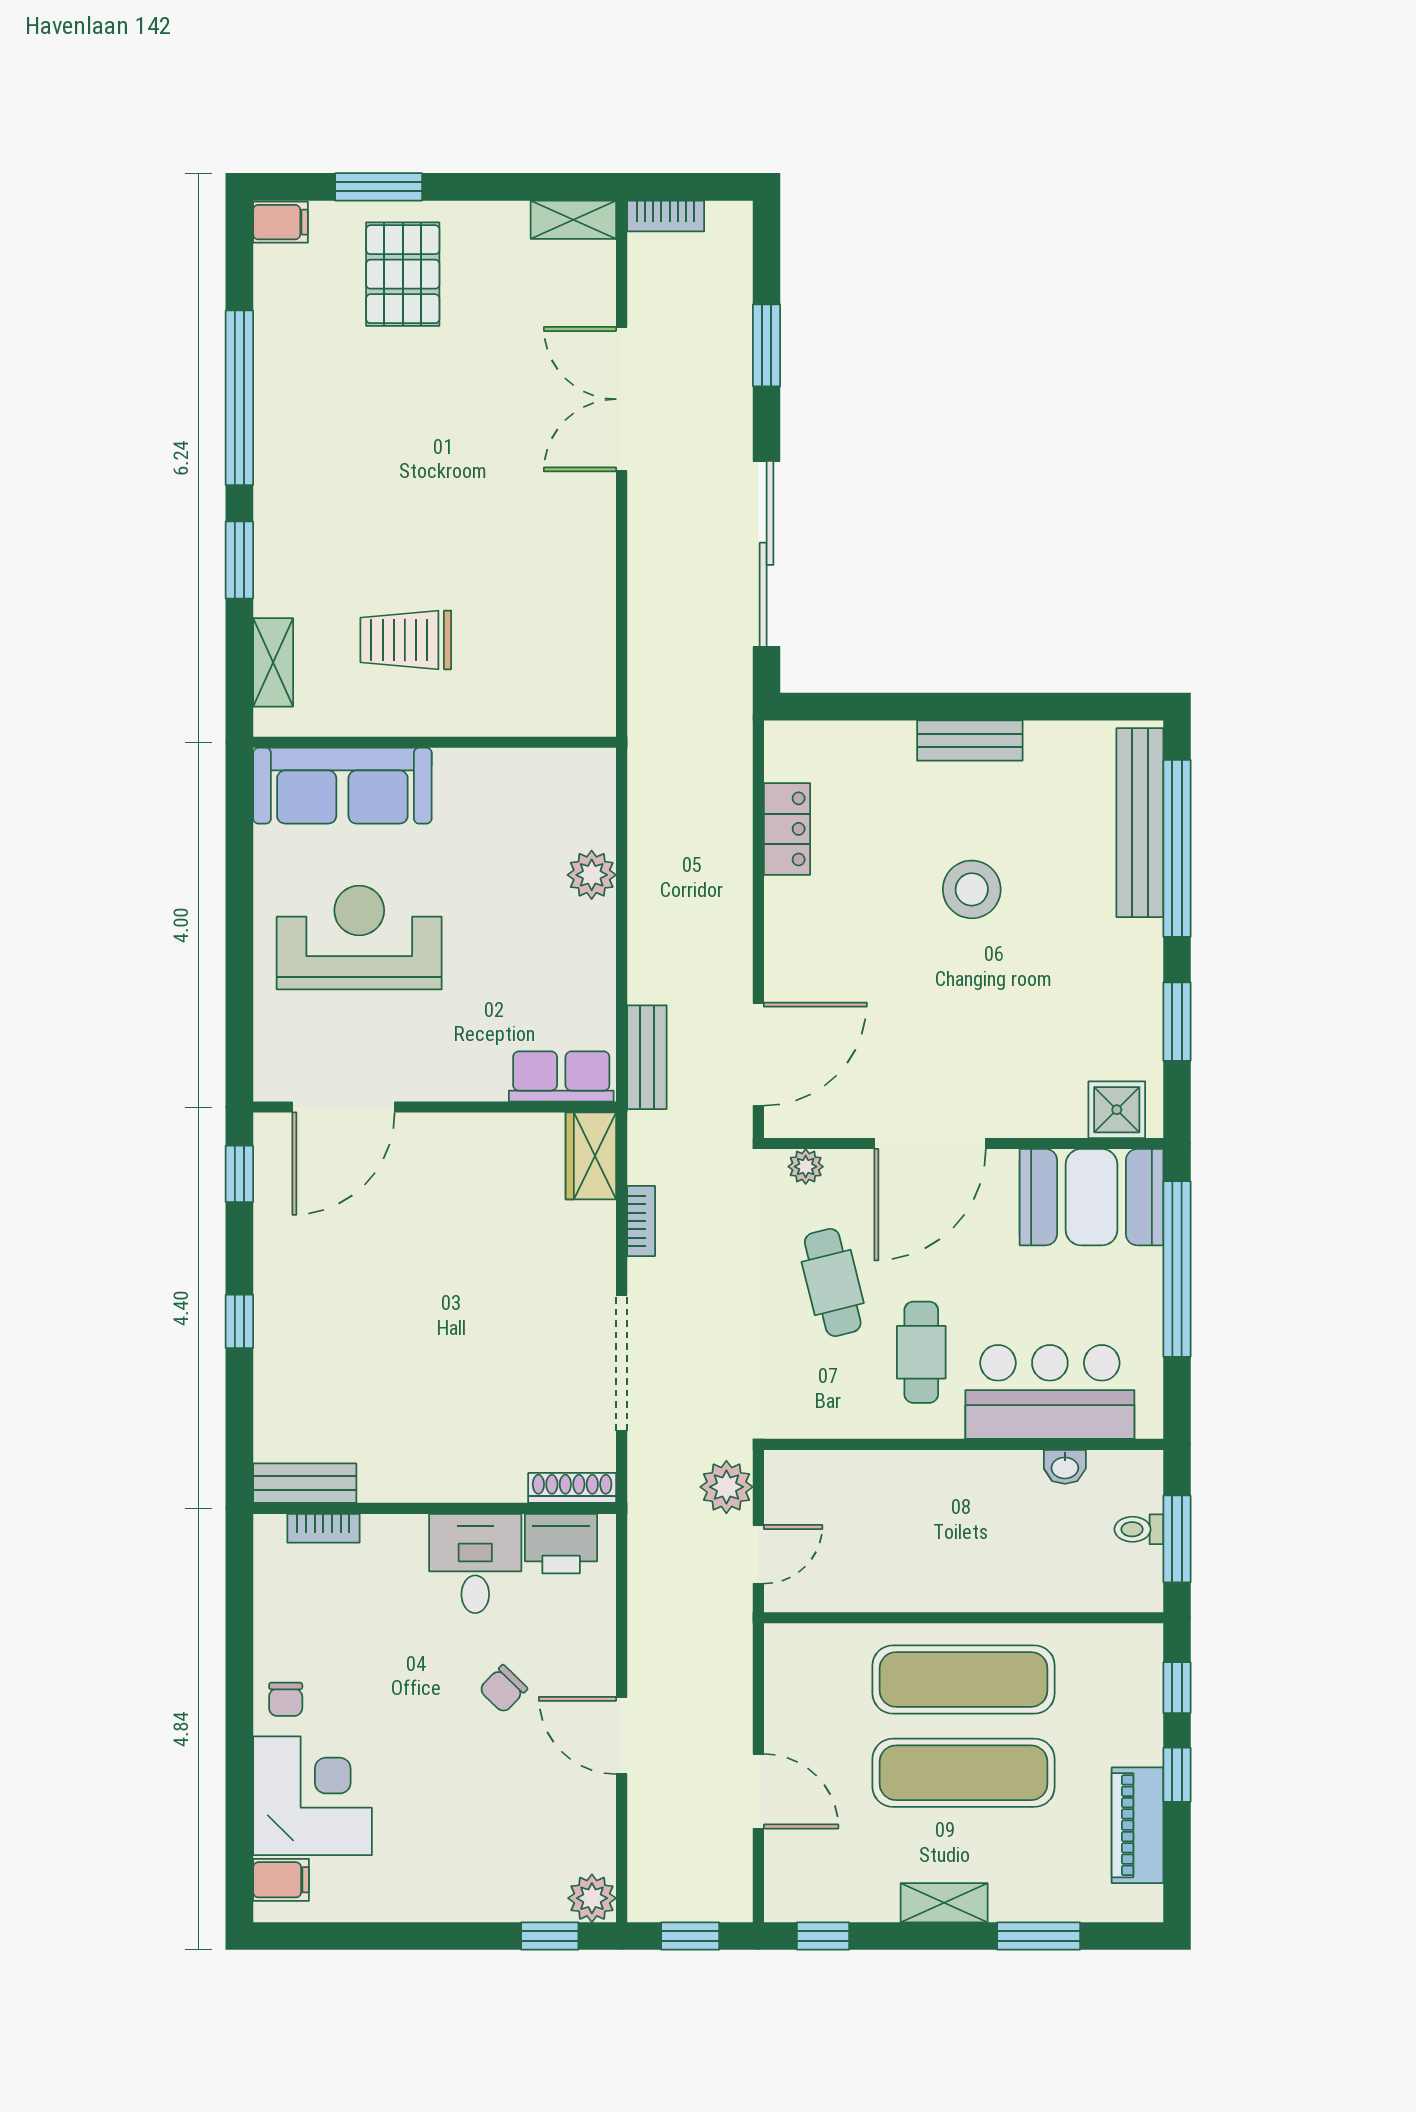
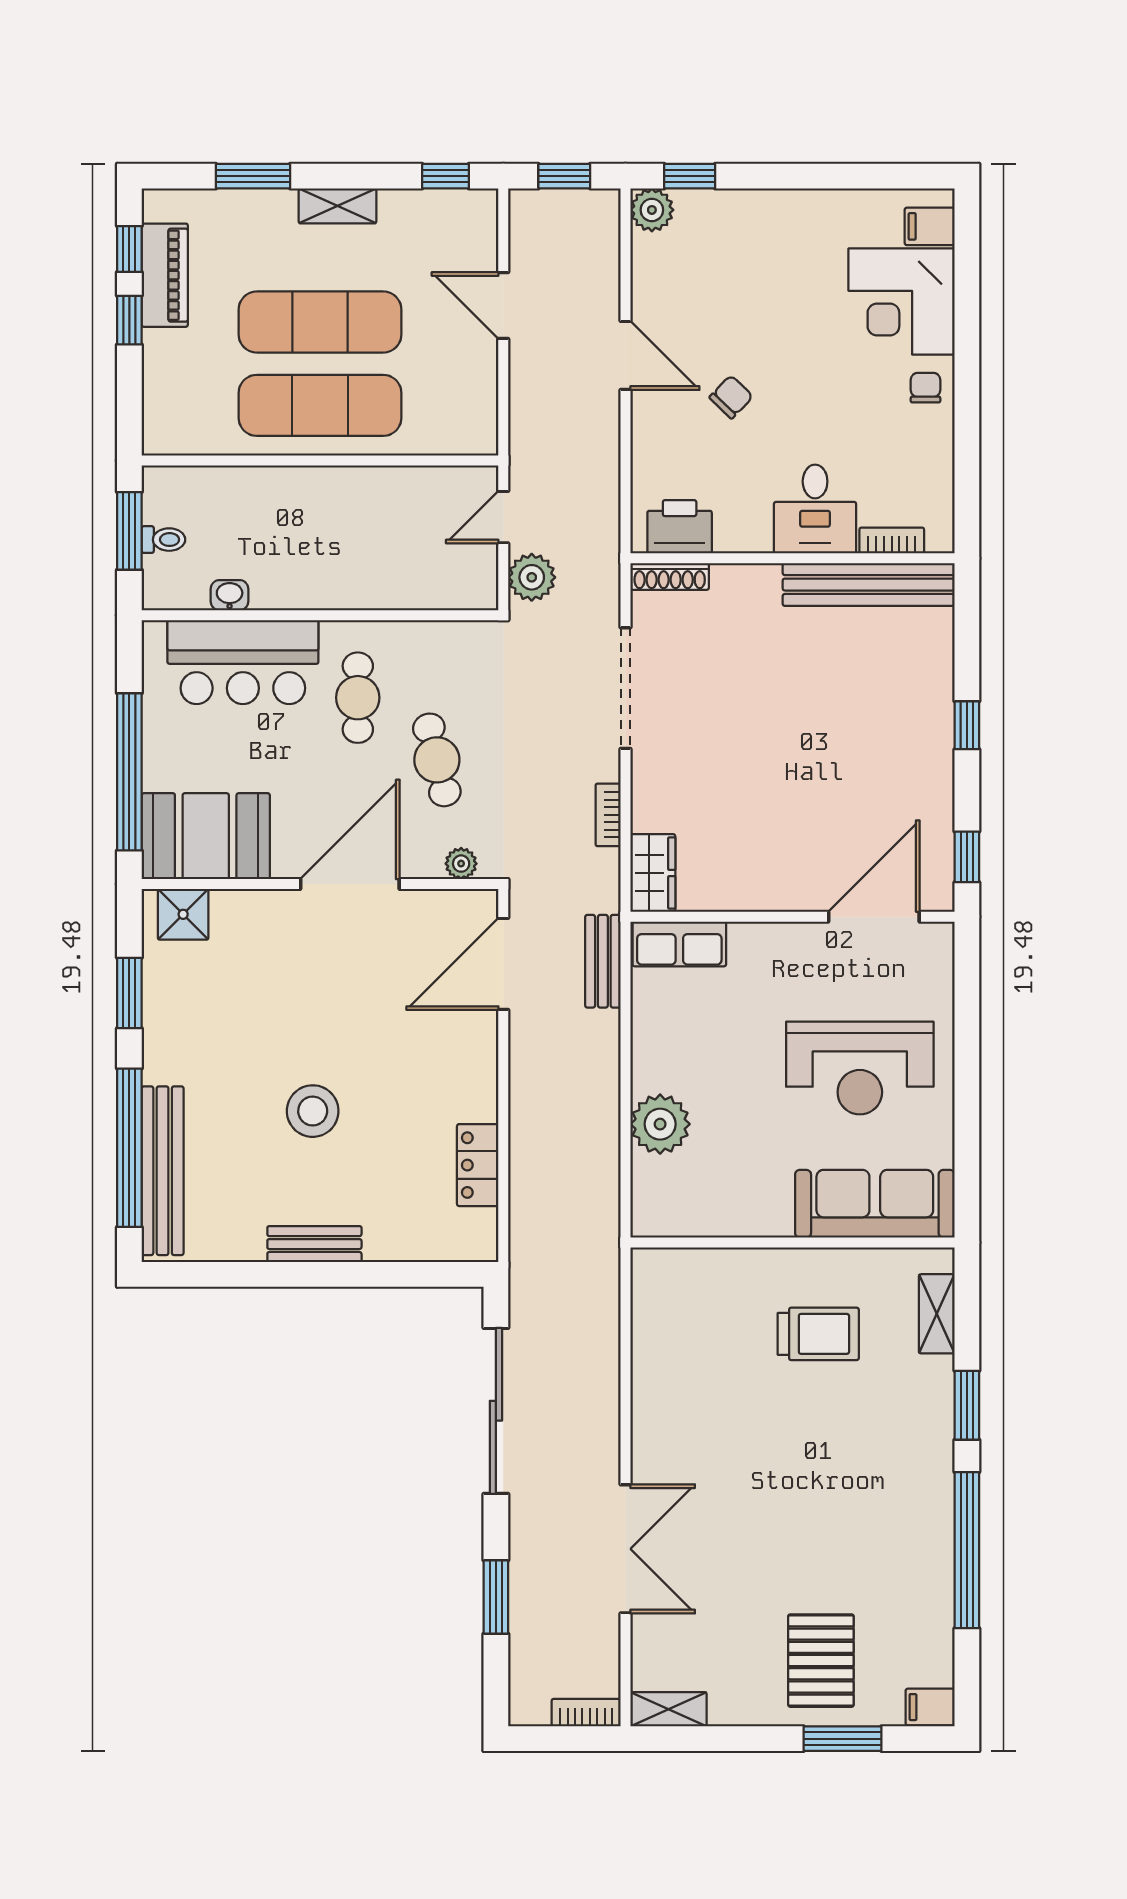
plant: (592, 875) -> (660, 1124), width x1.36, depth x1.36
bench: (305, 1483) -> (869, 585), width x1.86, depth x1.21
desk: (475, 1563) -> (815, 509), moved
window: (1177, 1688) -> (129, 249), moved

